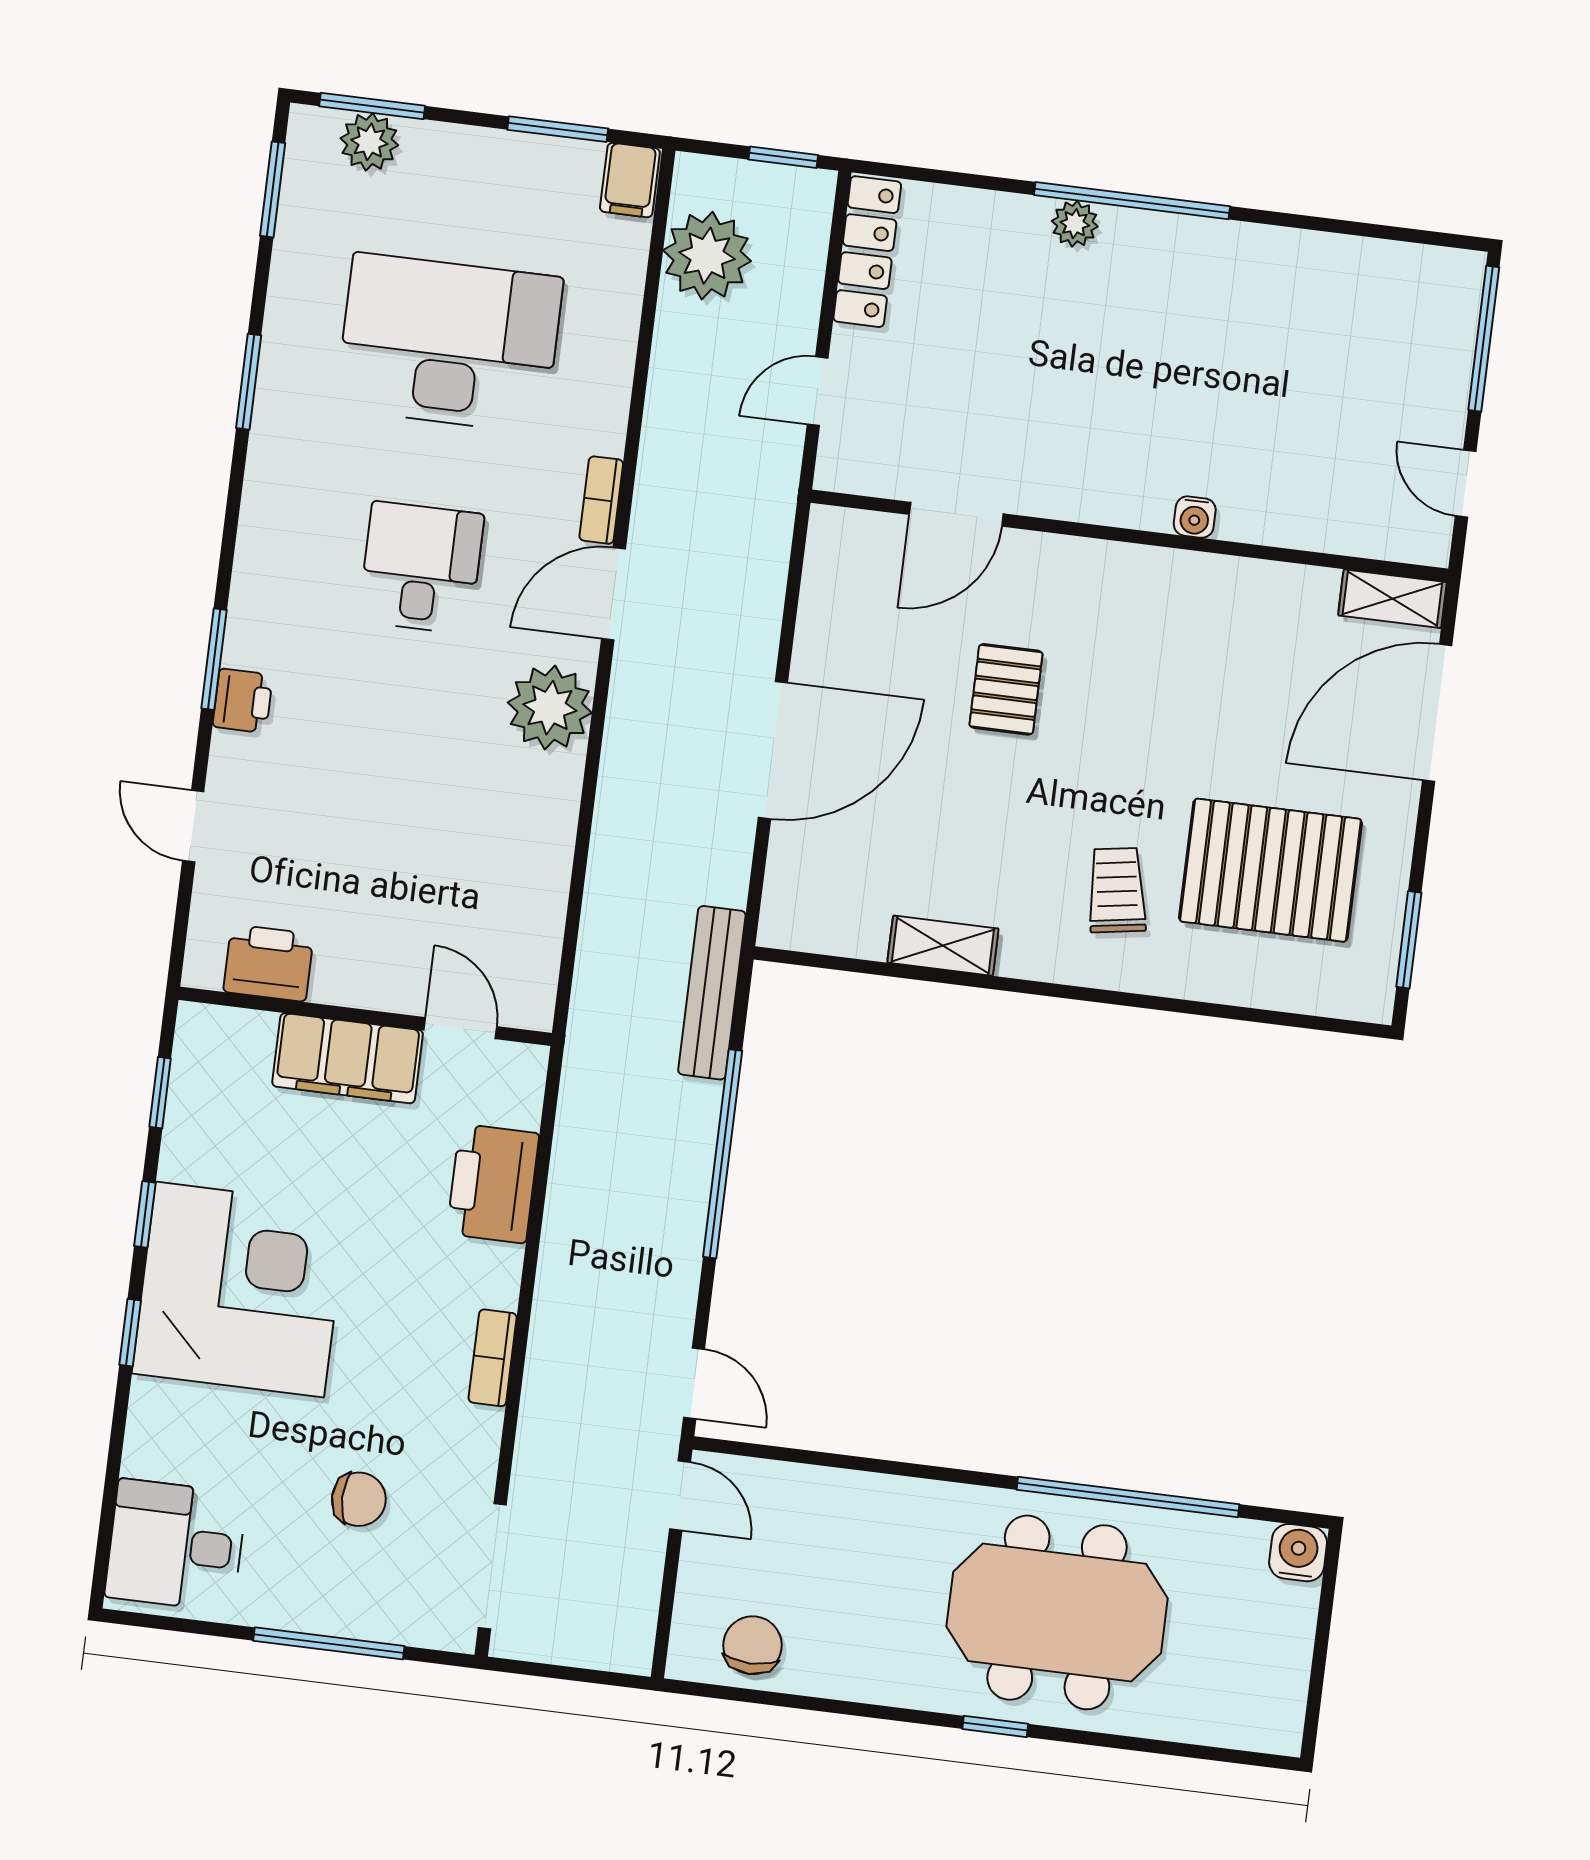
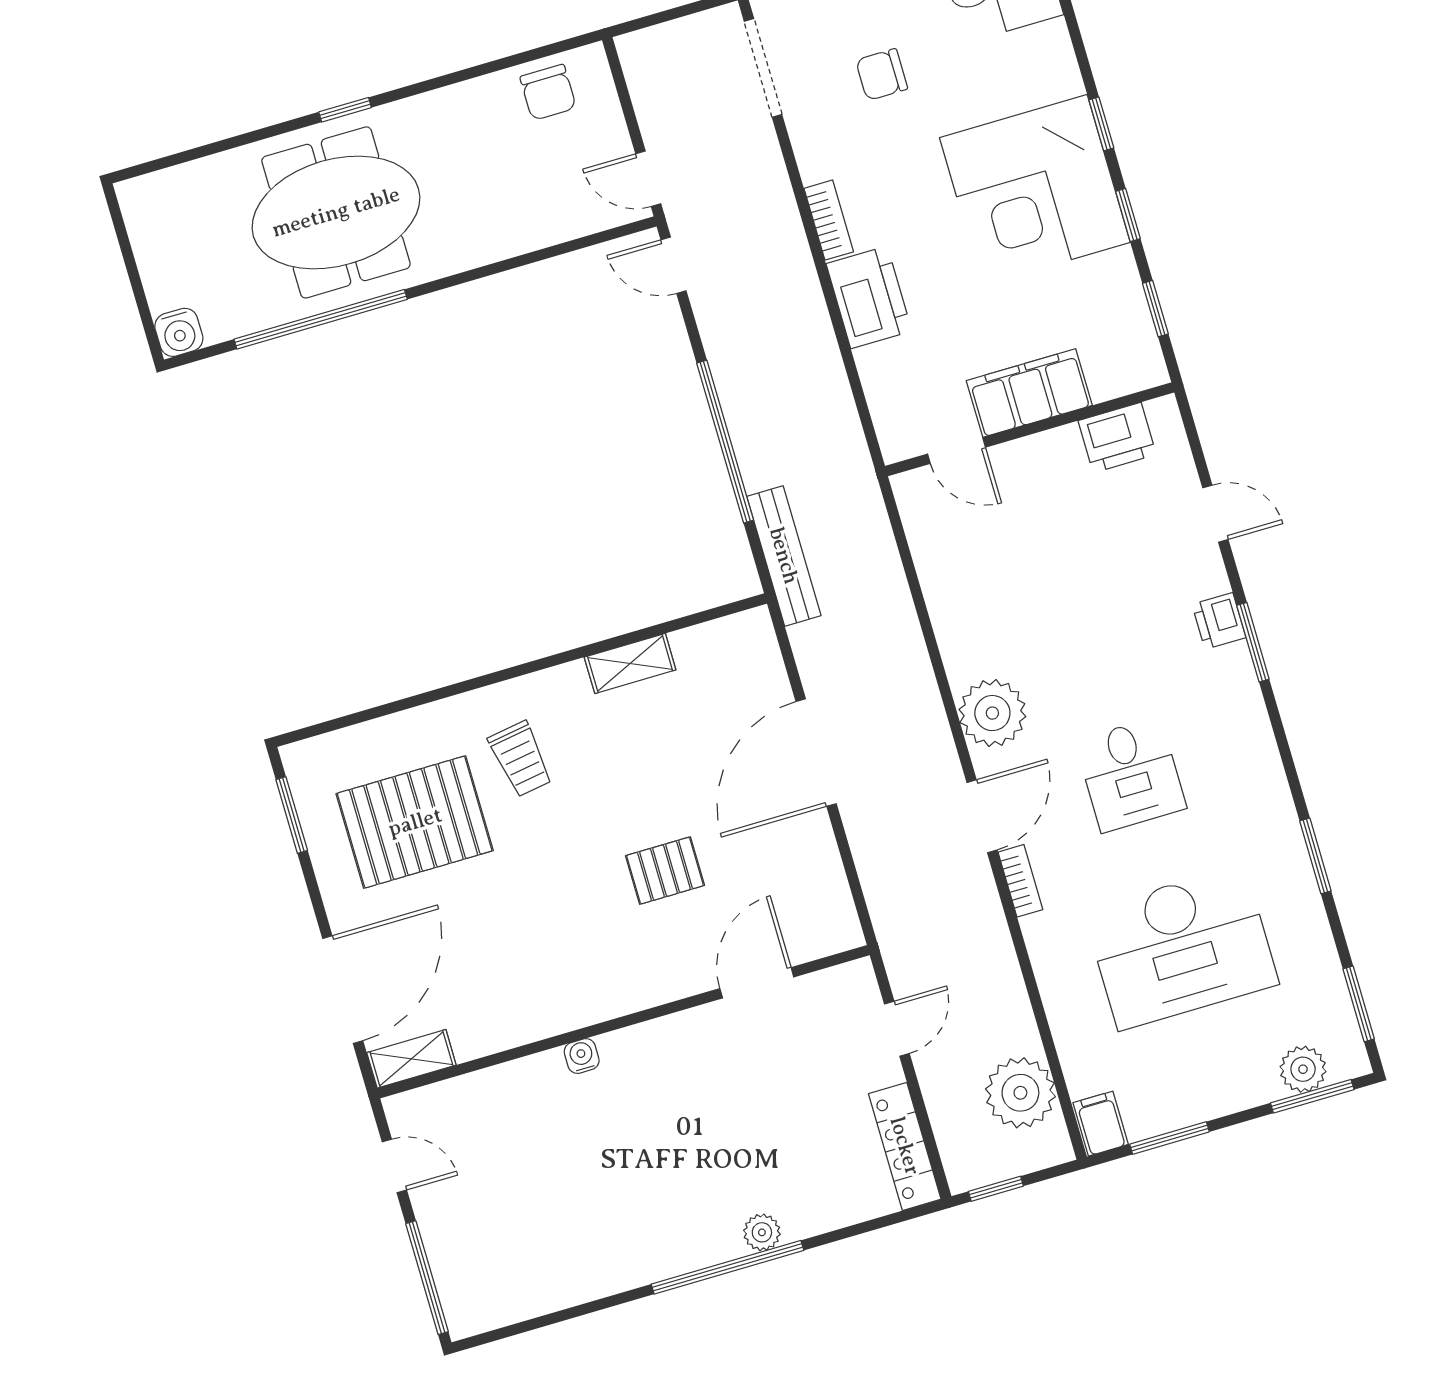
pallet: (1006, 689) -> (665, 871), turned 90
printer: (493, 1184) -> (869, 297), moved

